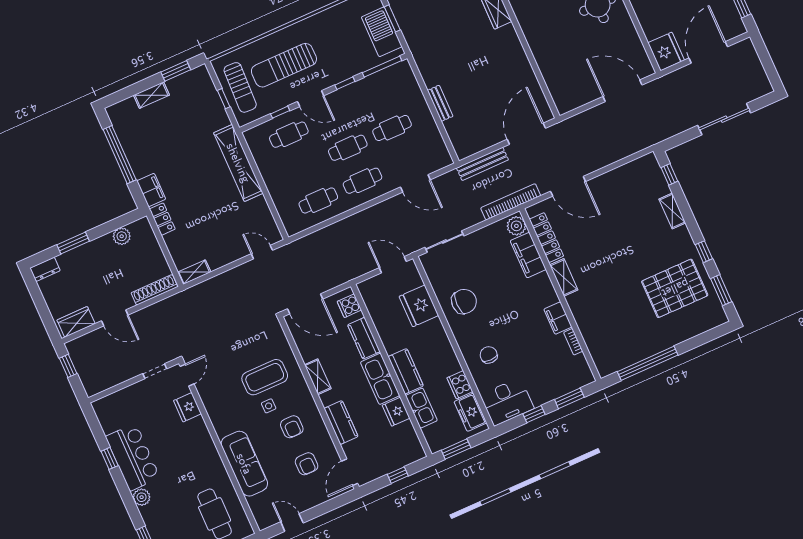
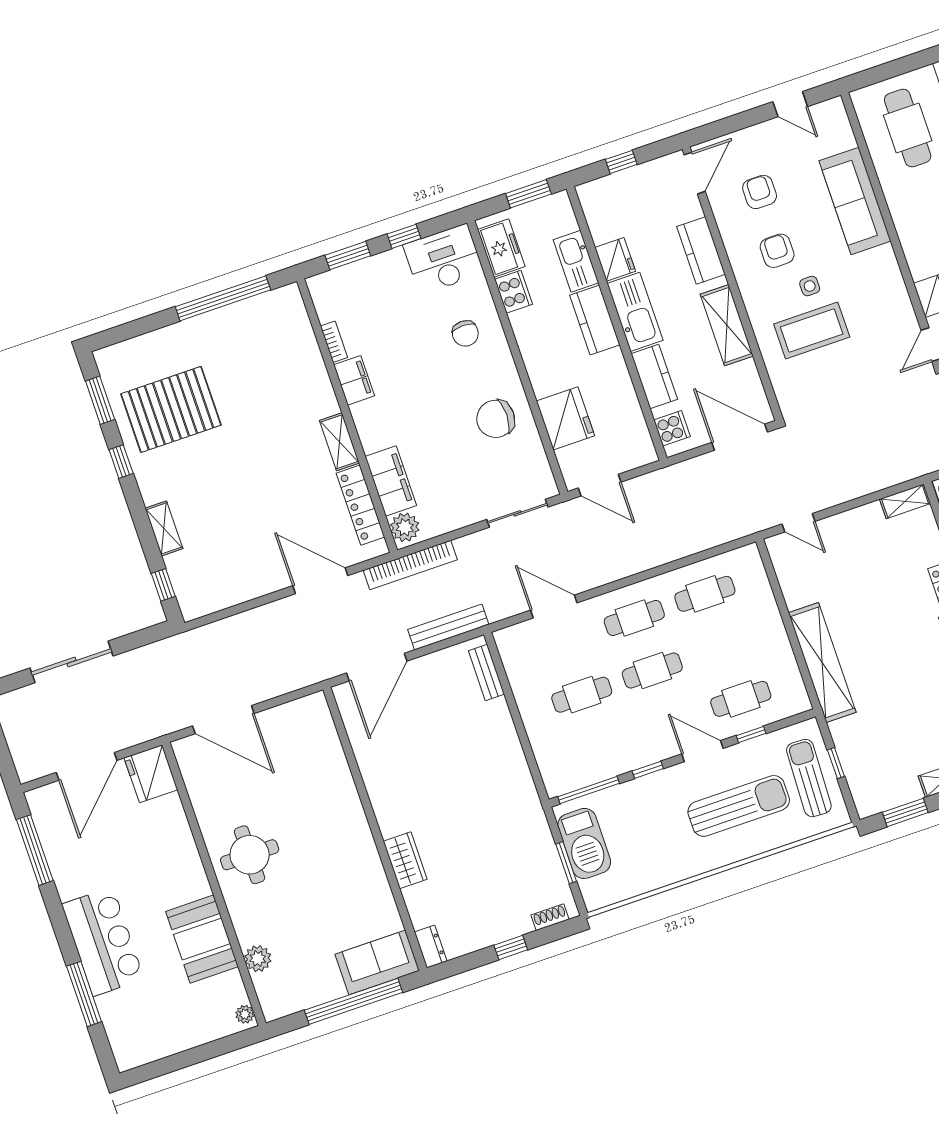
bench: (440, 103) -> (486, 672), moved
shelving: (318, 377) -> (727, 325), width x1.50, depth x1.33

